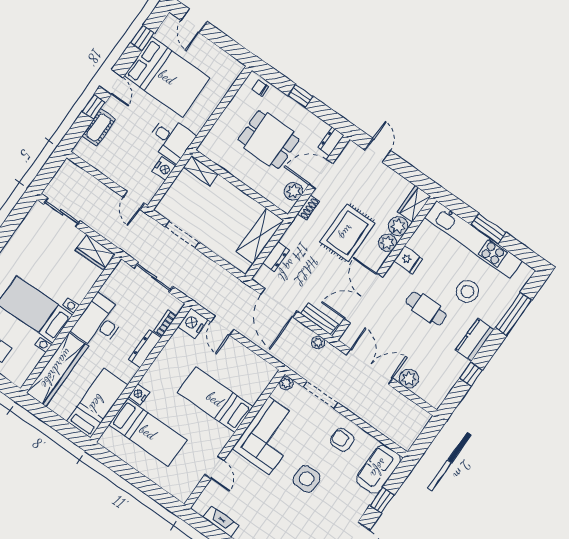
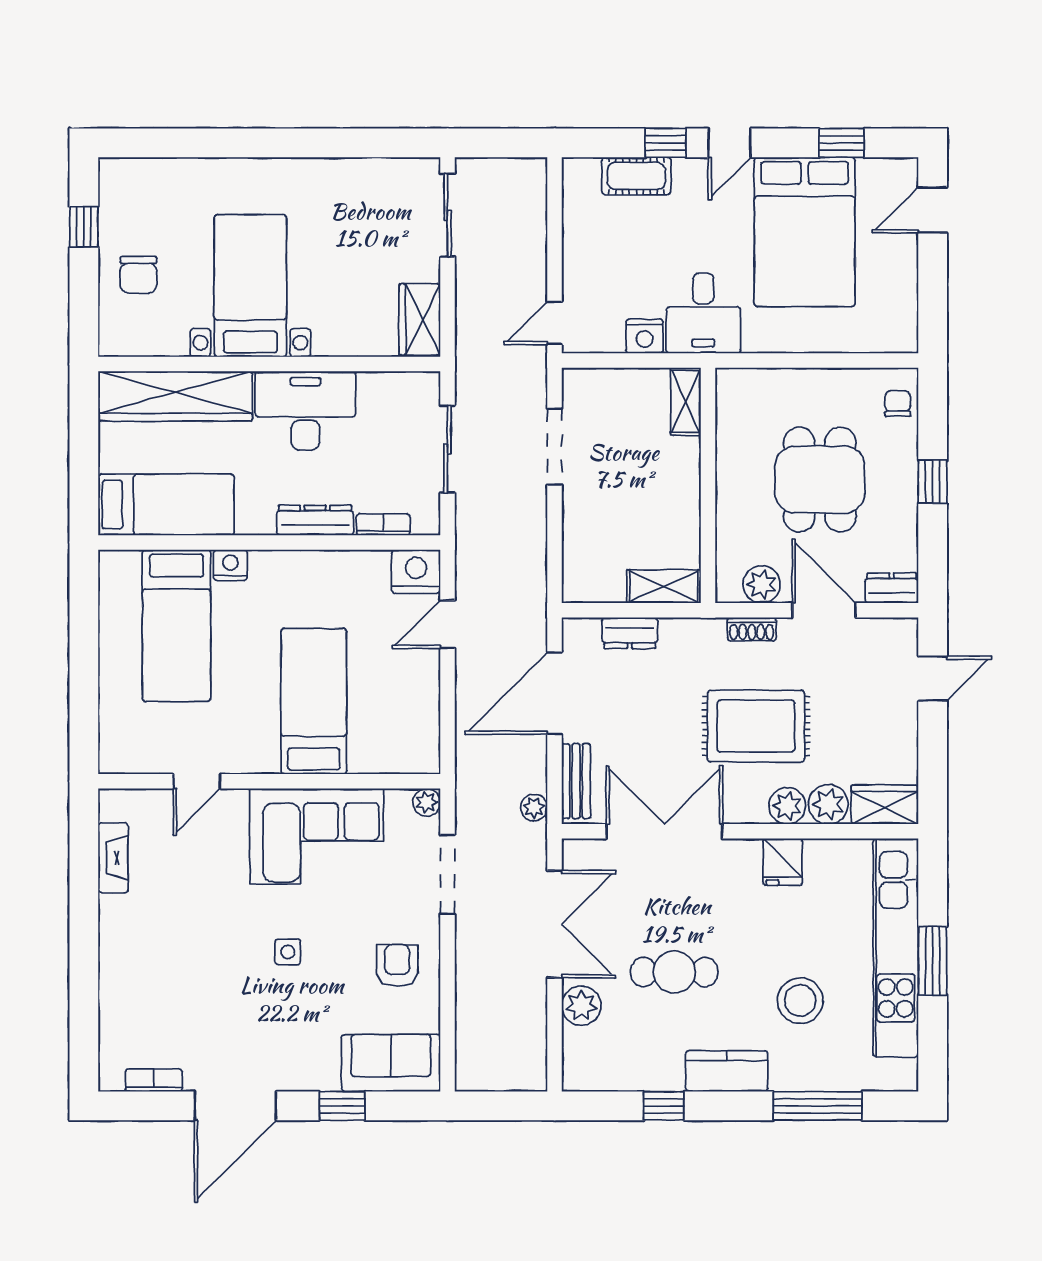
shelving: (260, 236) -> (664, 586), width x0.67, depth x0.75
cafe table: (426, 308) -> (674, 972), moved, turned 90
side table: (307, 479) -> (288, 952), width x0.54, depth x0.54

